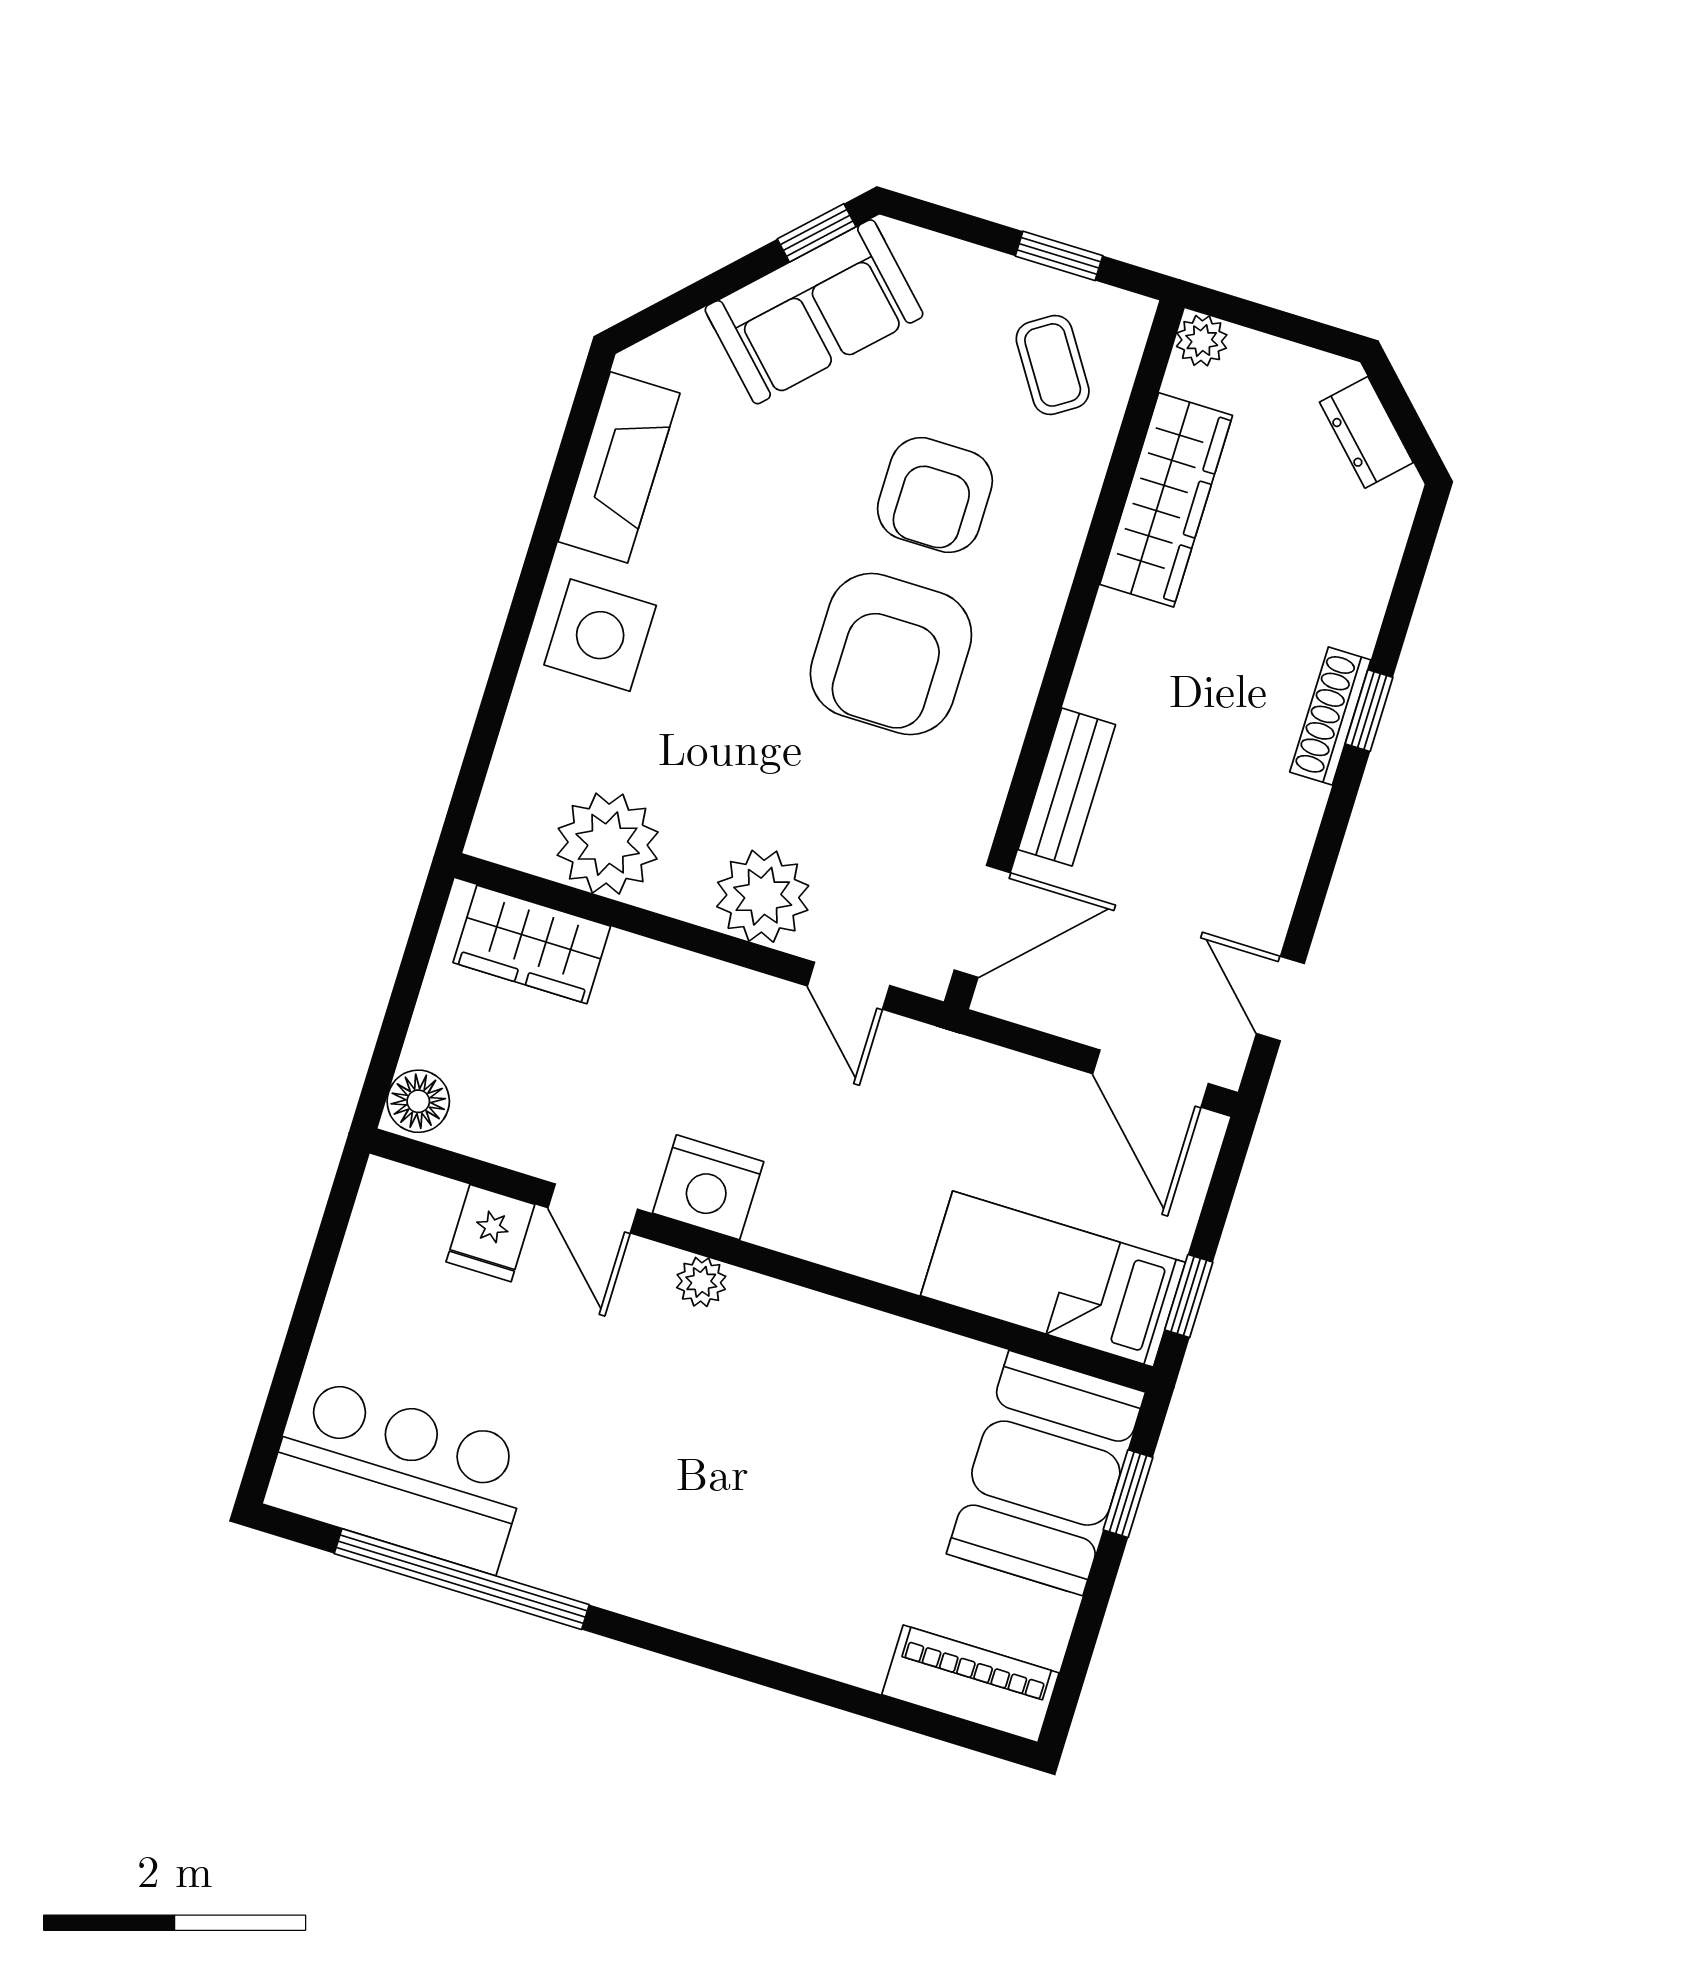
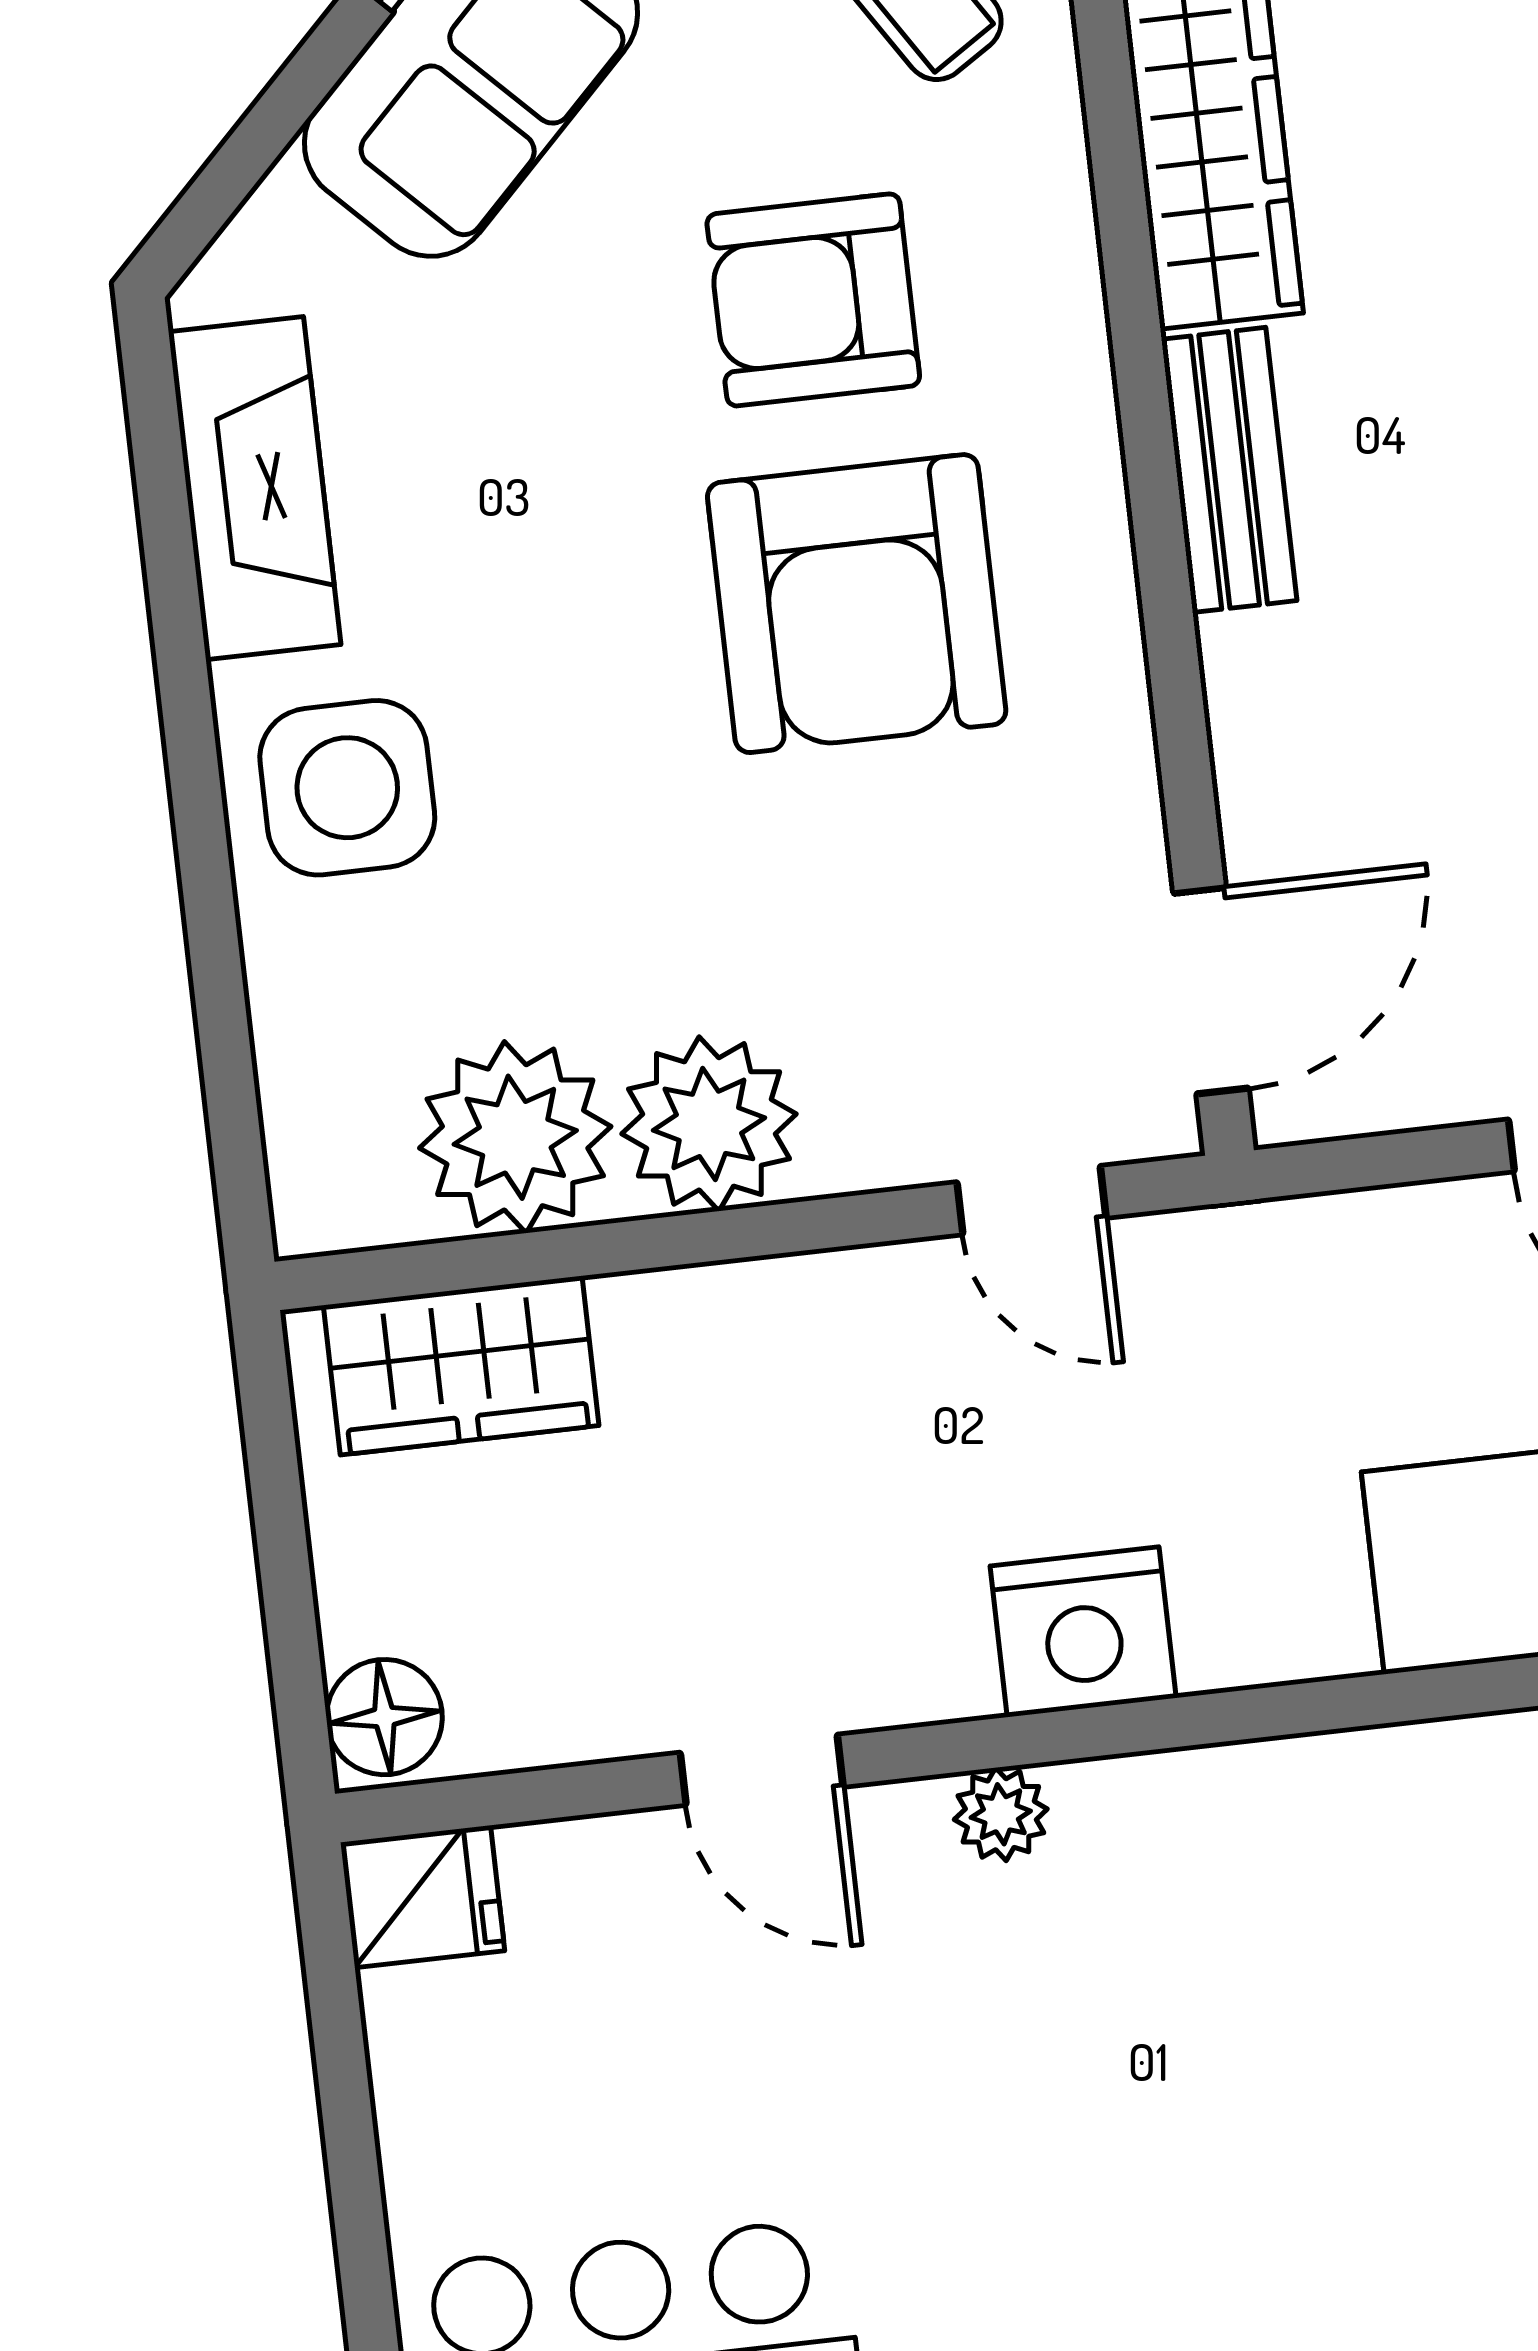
armchair: (935, 495) -> (813, 300), turned 90
bench: (1067, 787) -> (1229, 470), moved
plant: (763, 896) -> (709, 1124), moved
nightstand: (708, 1187) -> (1083, 1632), moved
fridge: (490, 1233) -> (423, 1897), moved, turned -90

